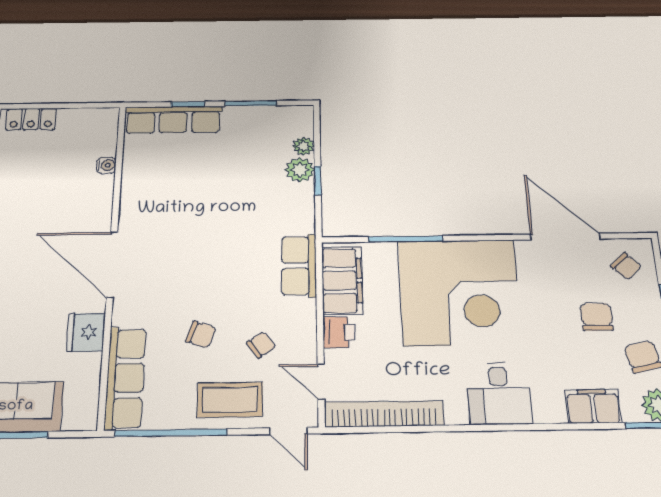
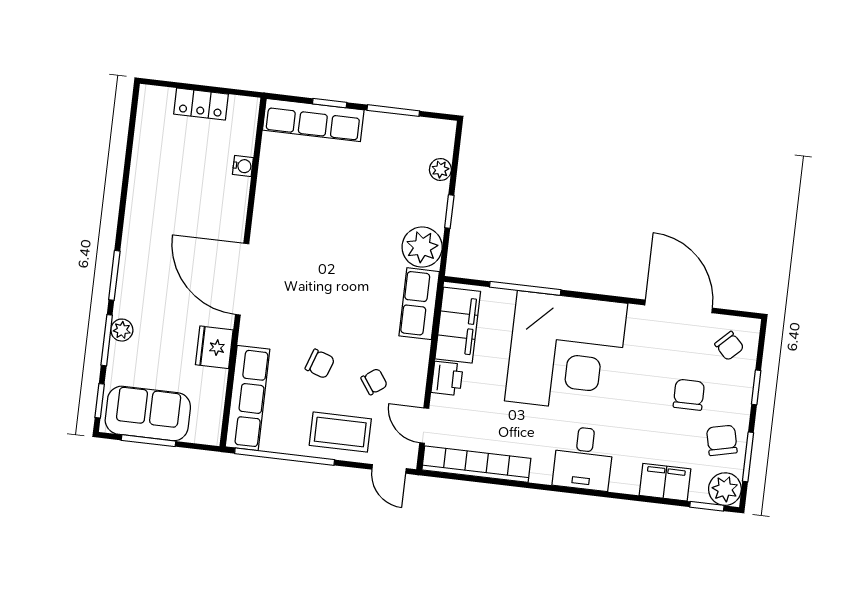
locker: (31, 119) -> (201, 104), moved
plant: (300, 170) -> (422, 247), moved, width x1.36, depth x1.36

